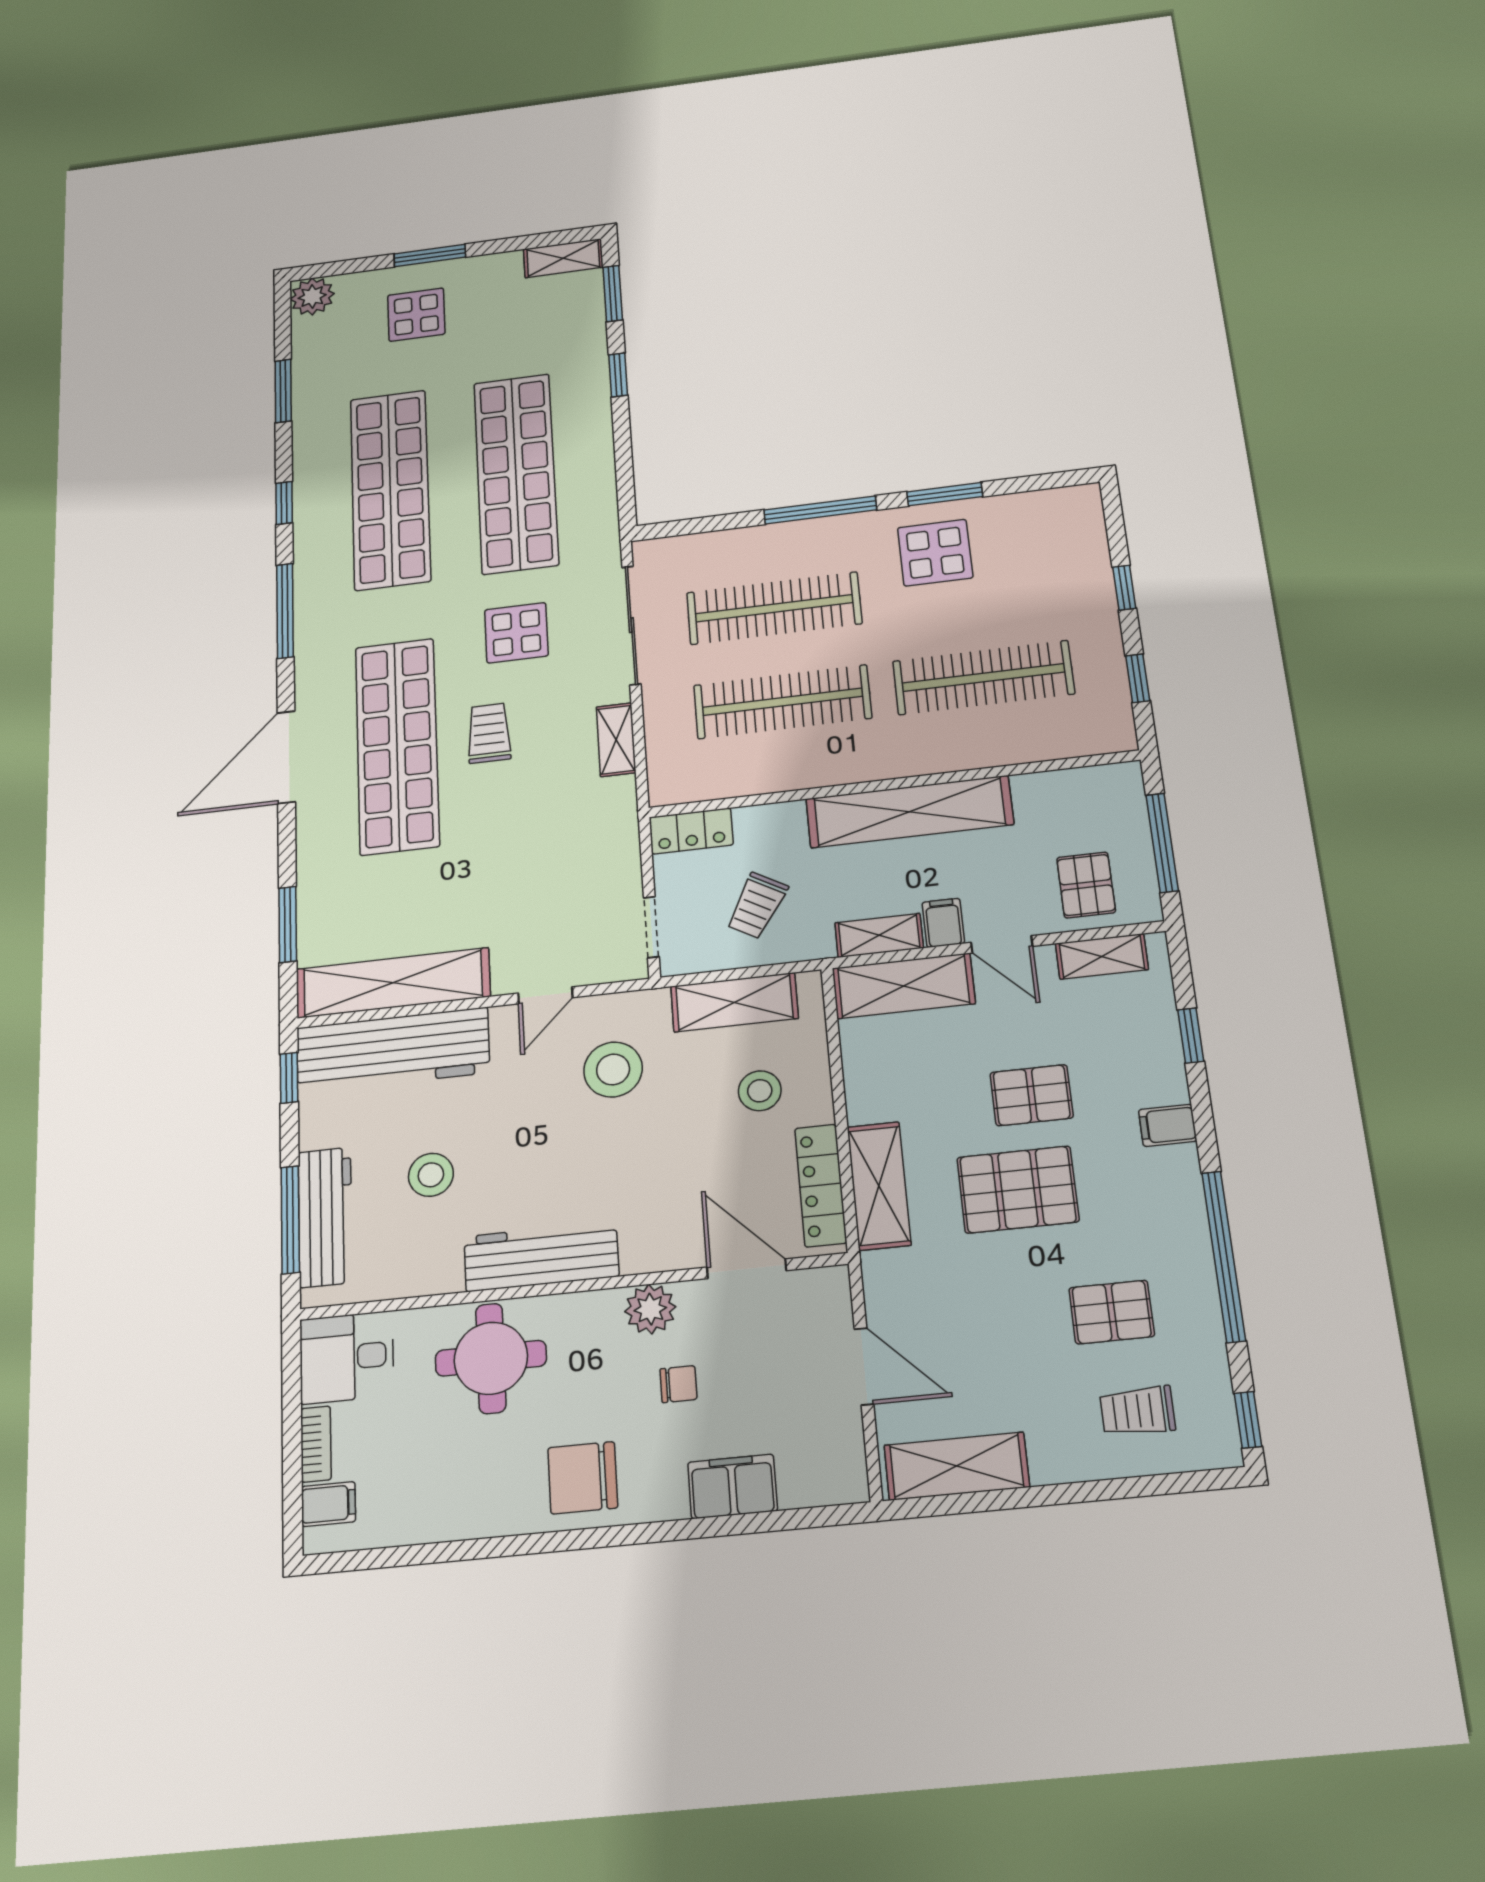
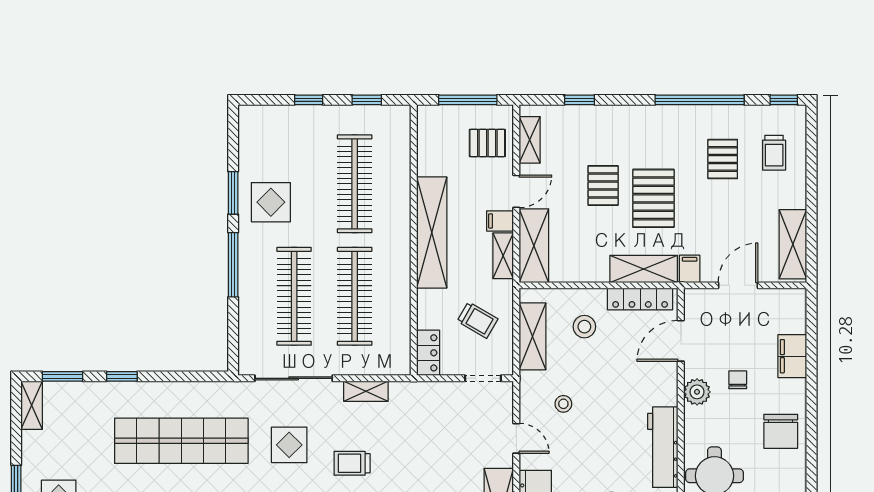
stool: (613, 1070) -> (563, 404), width x0.53, depth x0.53
filing cabinet: (1168, 1125) -> (690, 269), moved, turned 180

